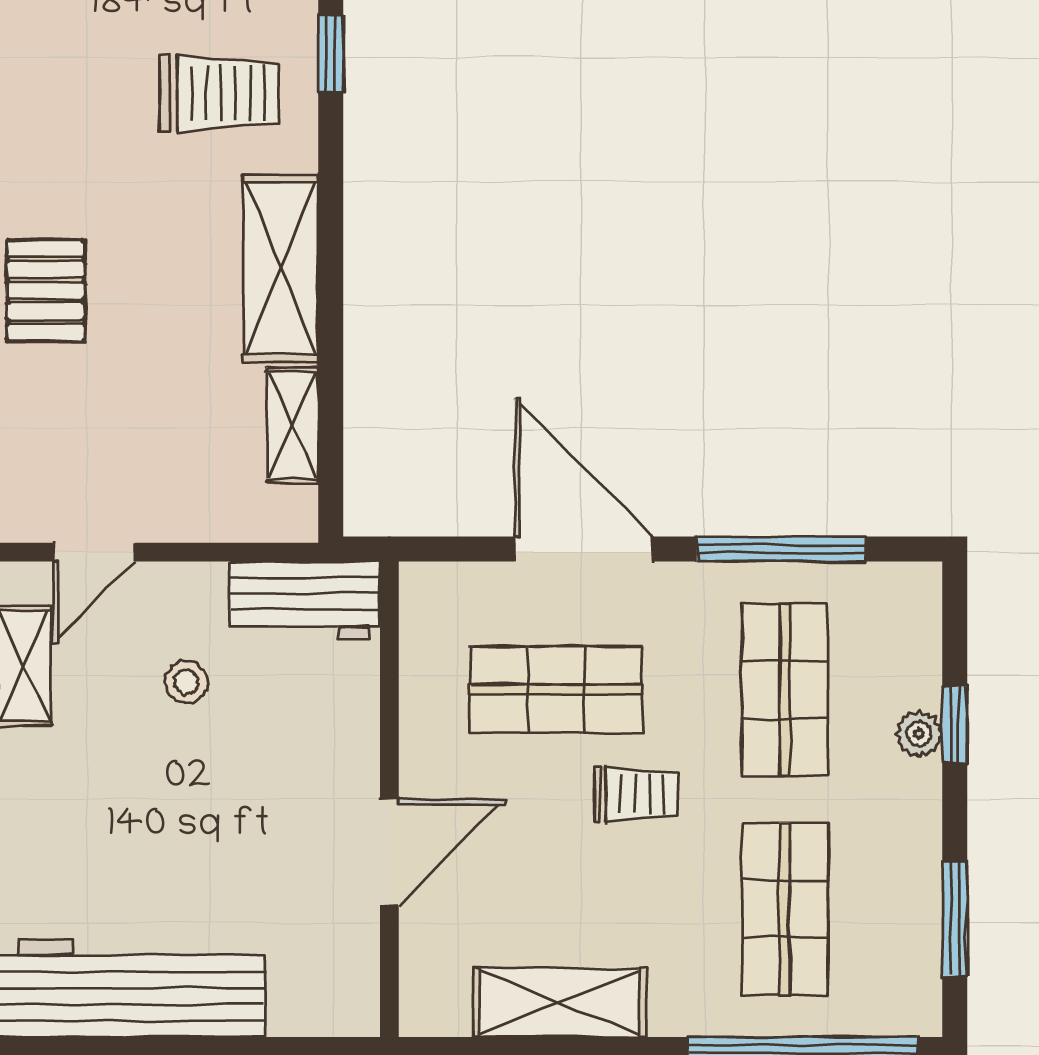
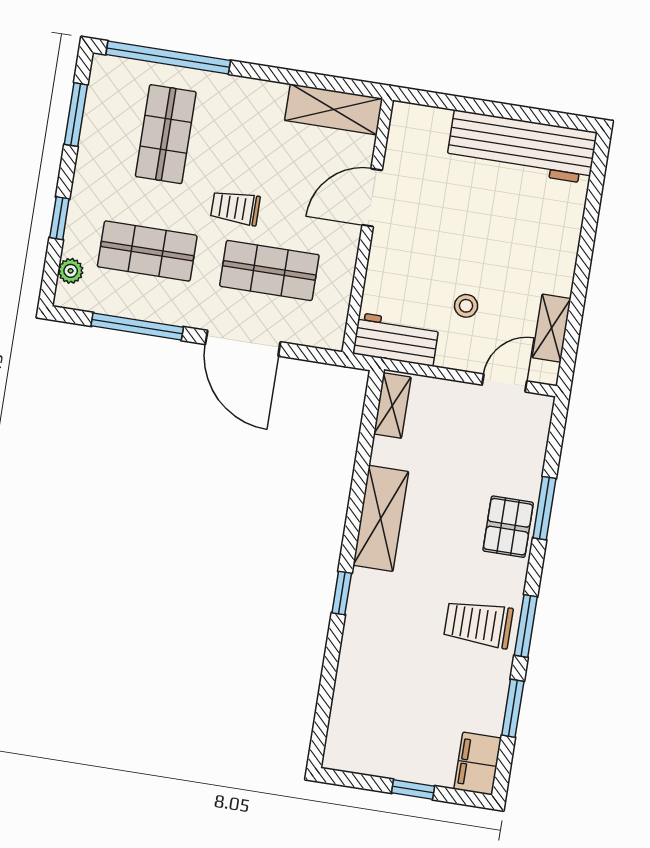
window: (331, 54) -> (342, 593), moved
trolley: (220, 93) -> (478, 624), moved
shelving: (292, 425) -> (392, 406), moved
shop shelf: (785, 690) -> (147, 251), turned 90
plant: (919, 734) -> (71, 271), moved
shelving: (559, 1002) -> (334, 109), moved

